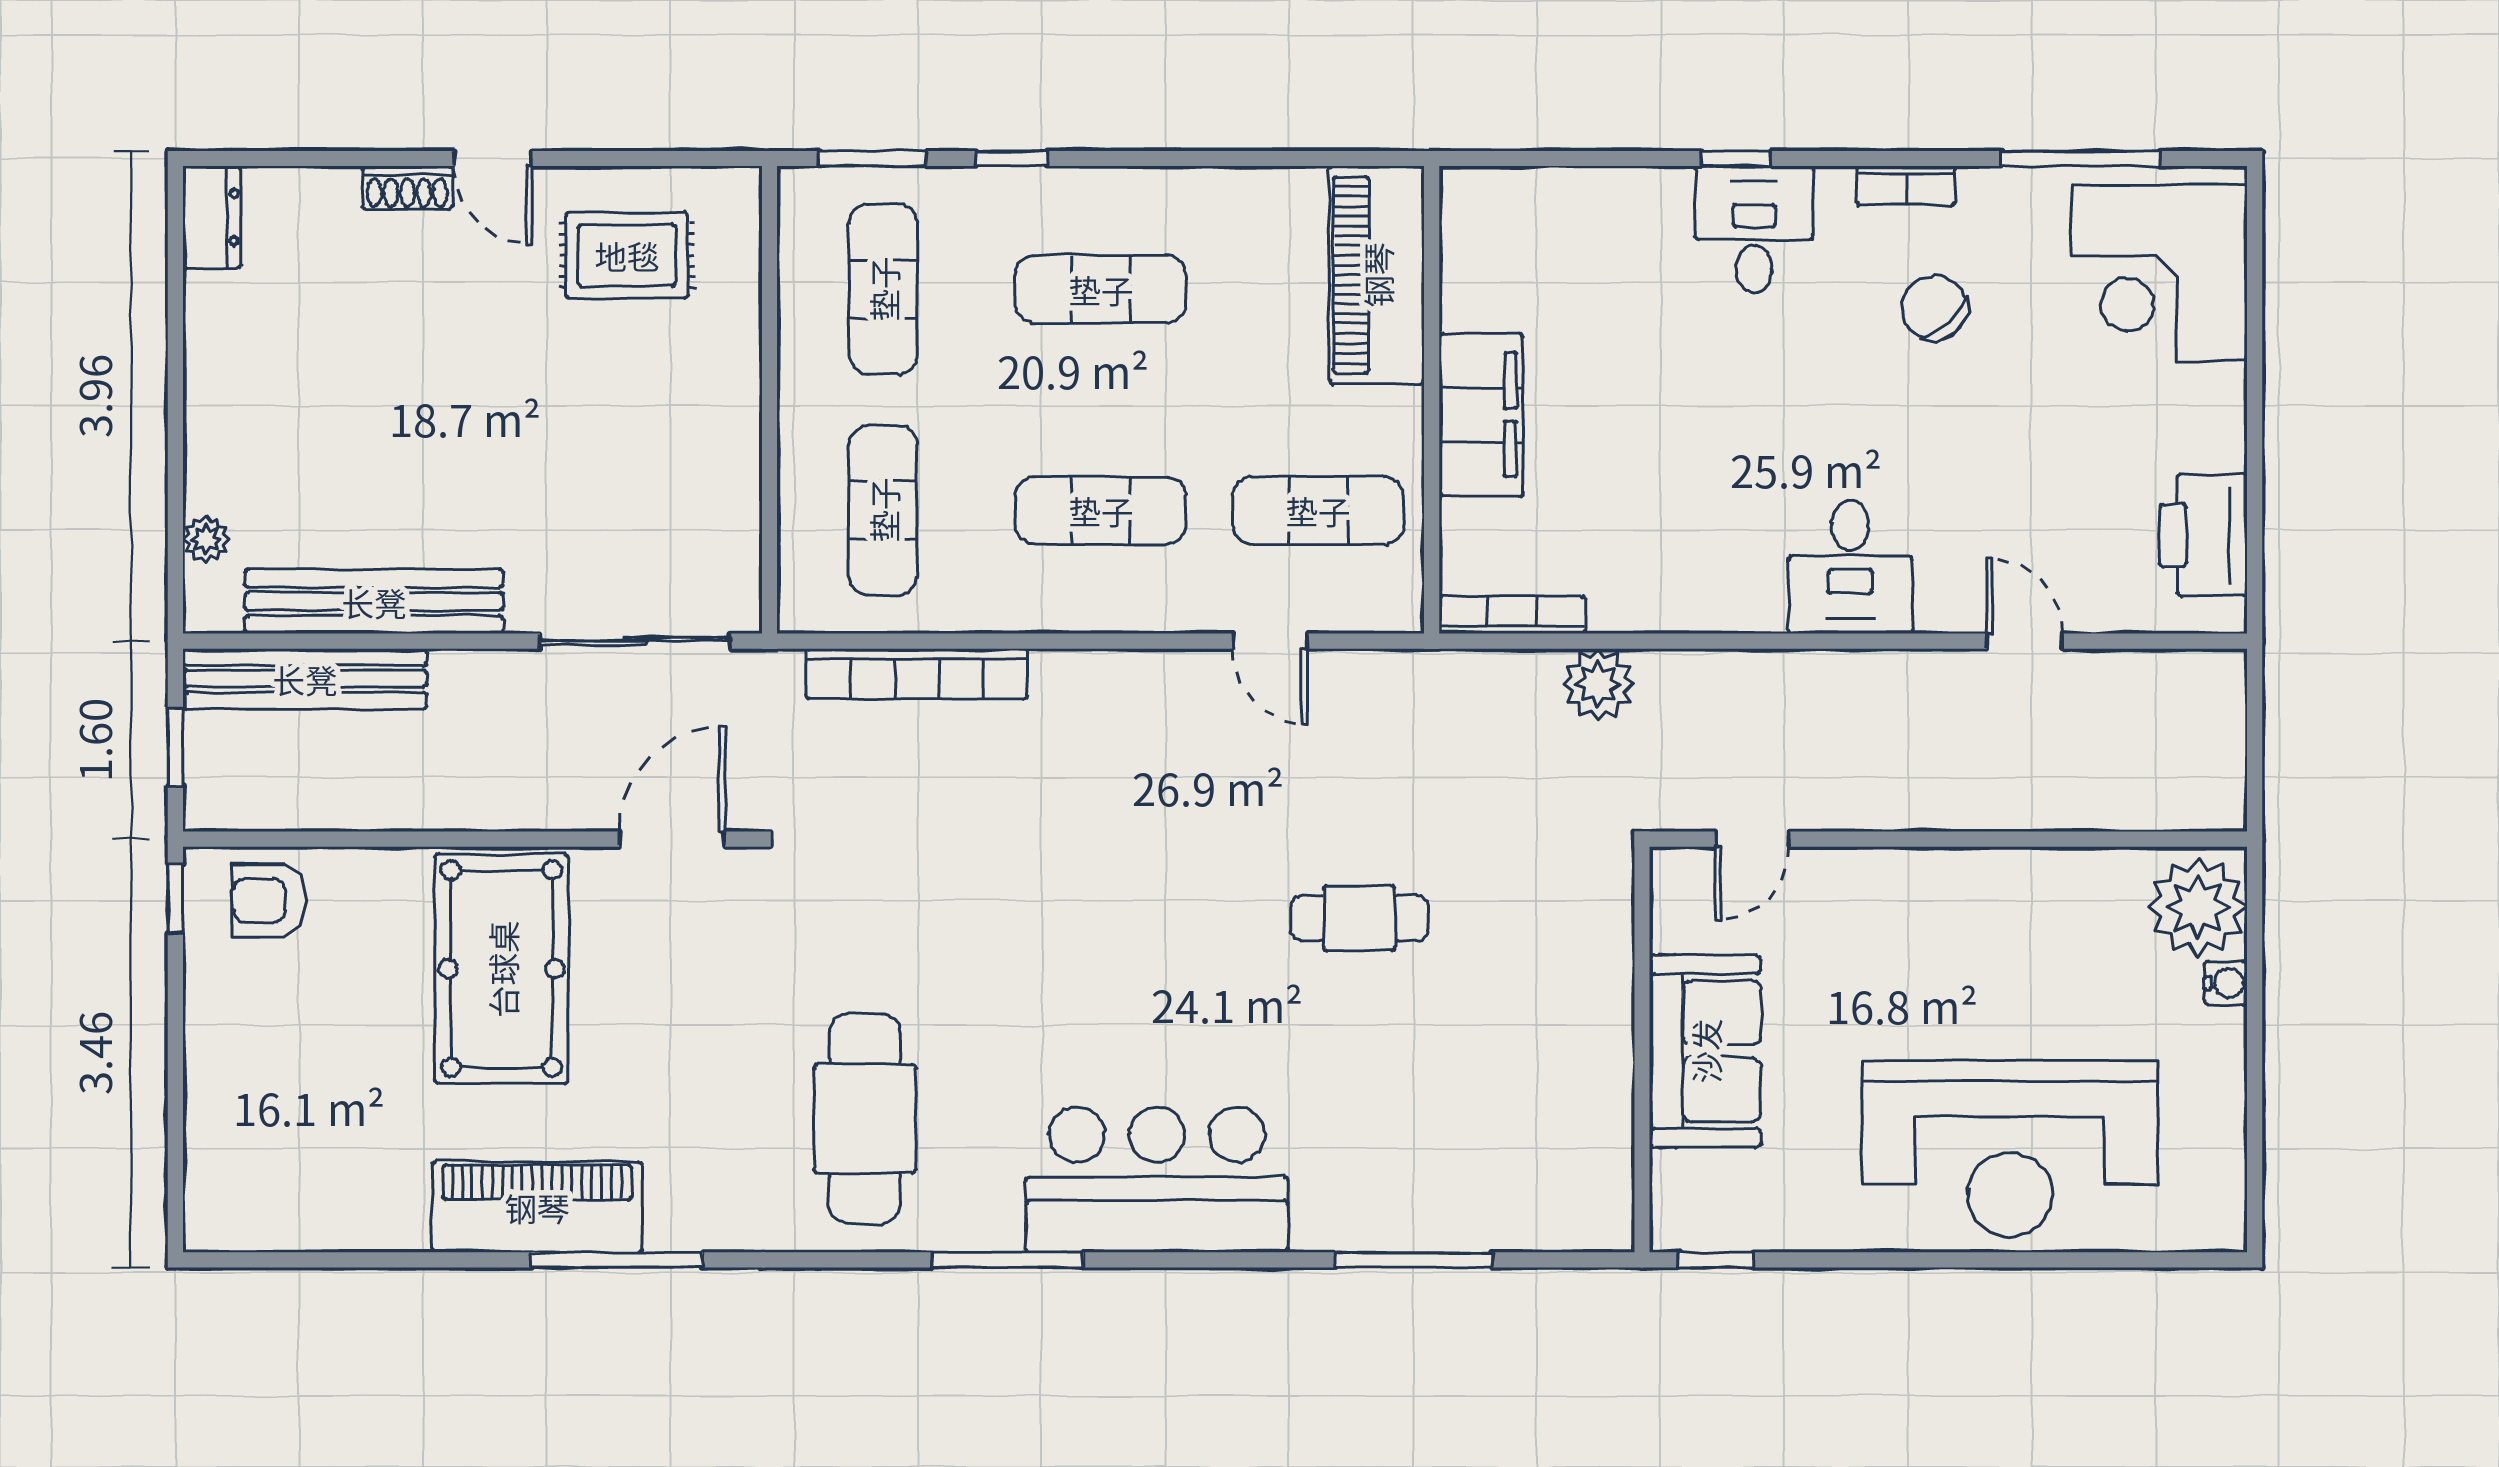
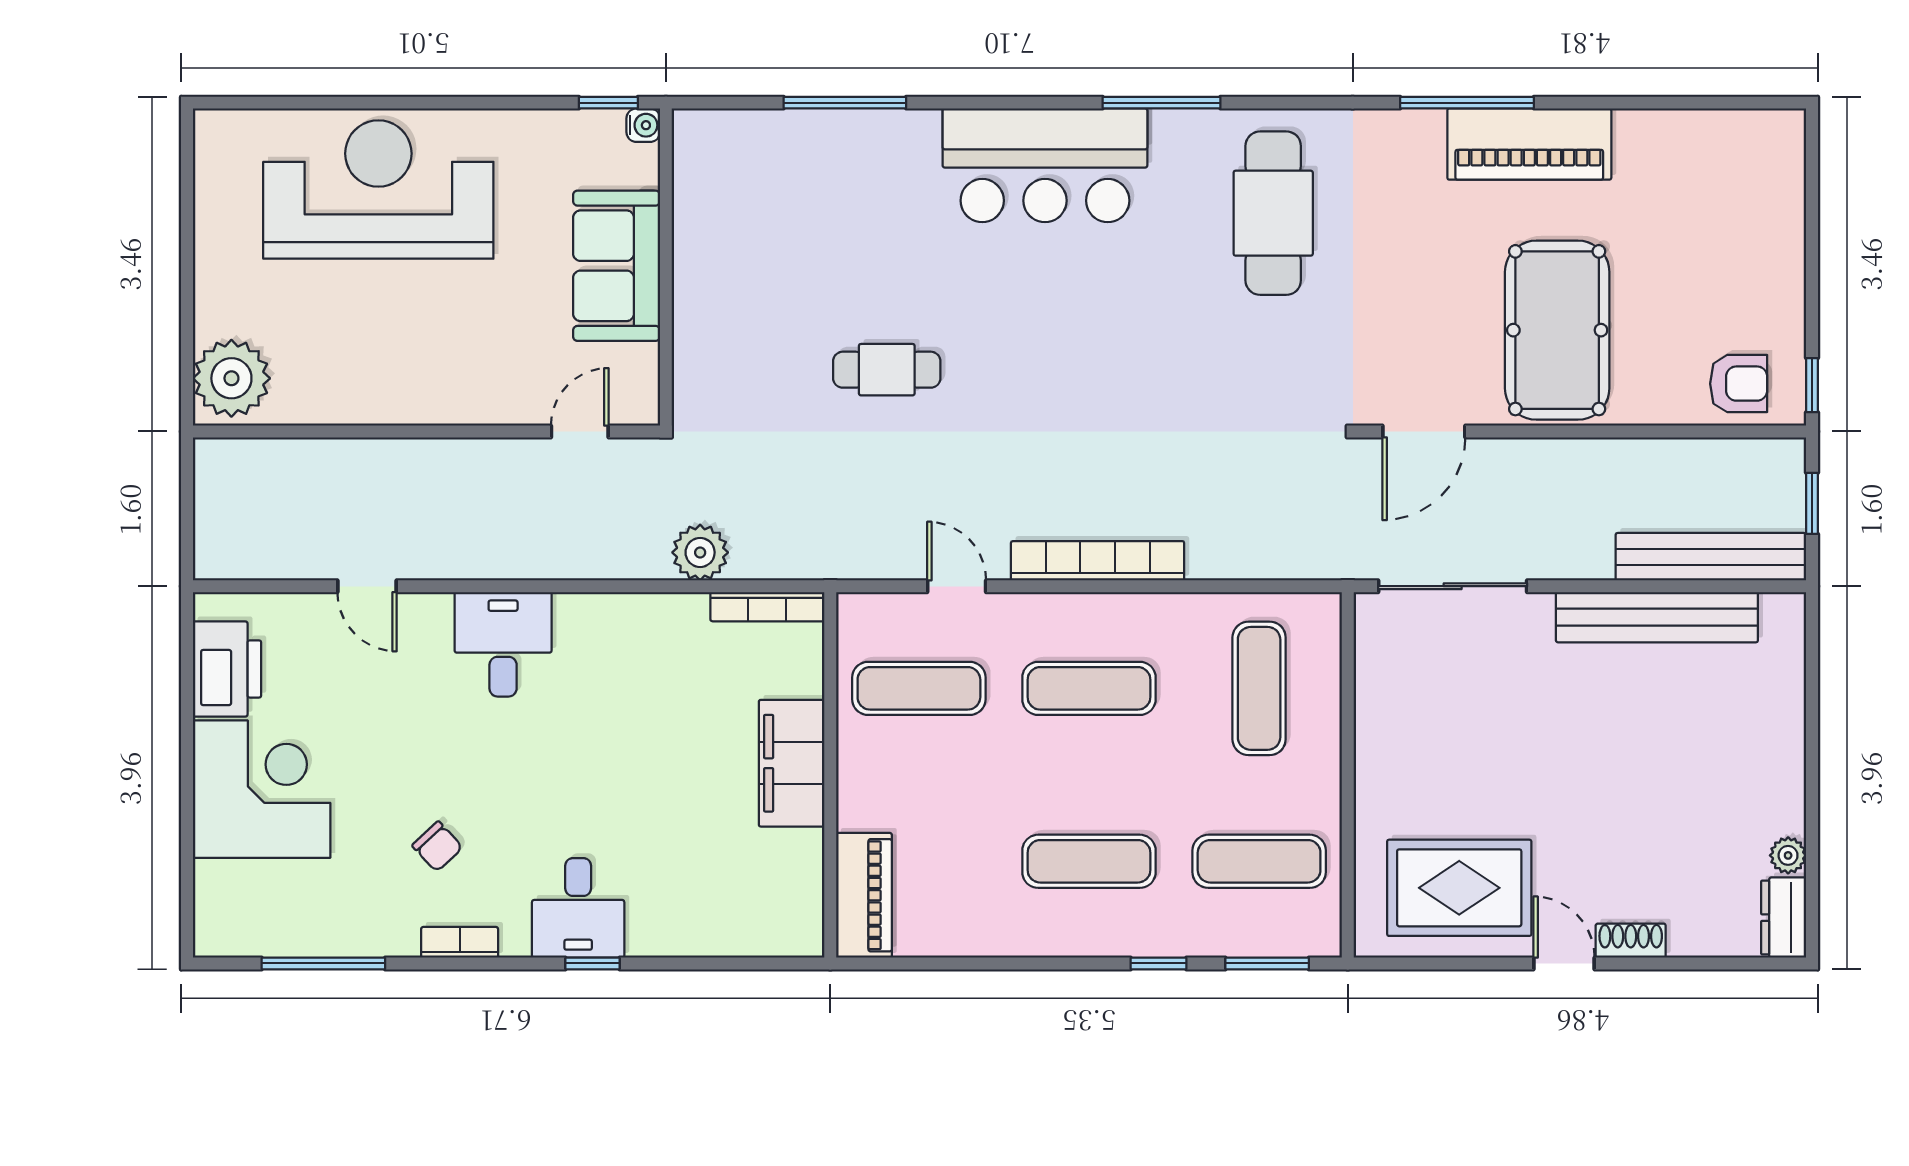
rug: (627, 255) -> (1459, 888), width x1.36, depth x1.43
corner desk: (2159, 273) -> (262, 789), moved
piano: (1377, 275) -> (864, 895), width x0.73, depth x0.75
exercise mat: (883, 289) -> (1259, 861), turned 90
chair: (1934, 308) -> (437, 847), width x0.73, depth x0.73
plant: (206, 539) -> (1788, 855), moved
bookcase: (917, 674) -> (1098, 561), moved
water cooler: (2226, 983) -> (643, 125), moved, turned 180

